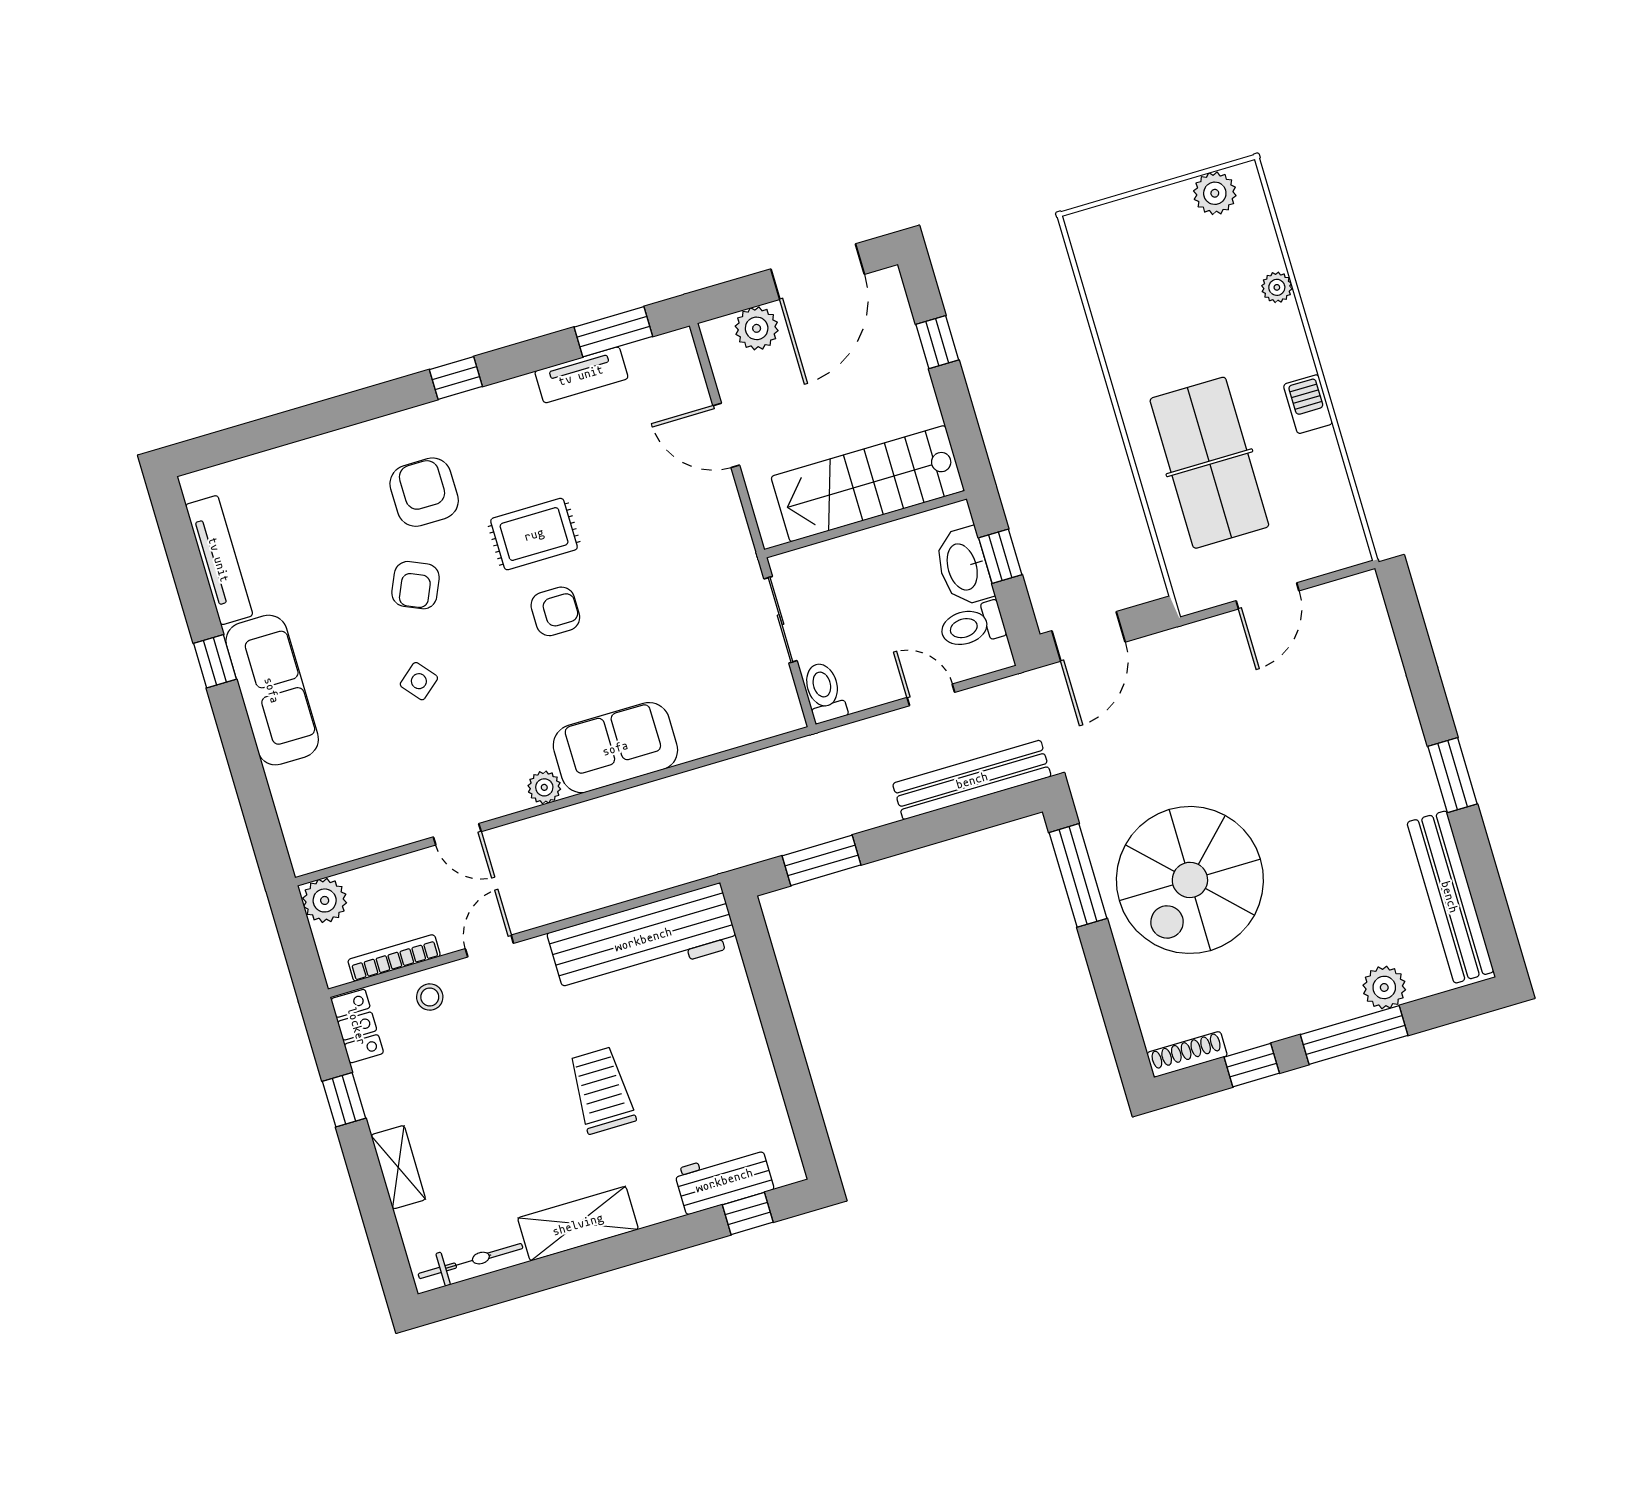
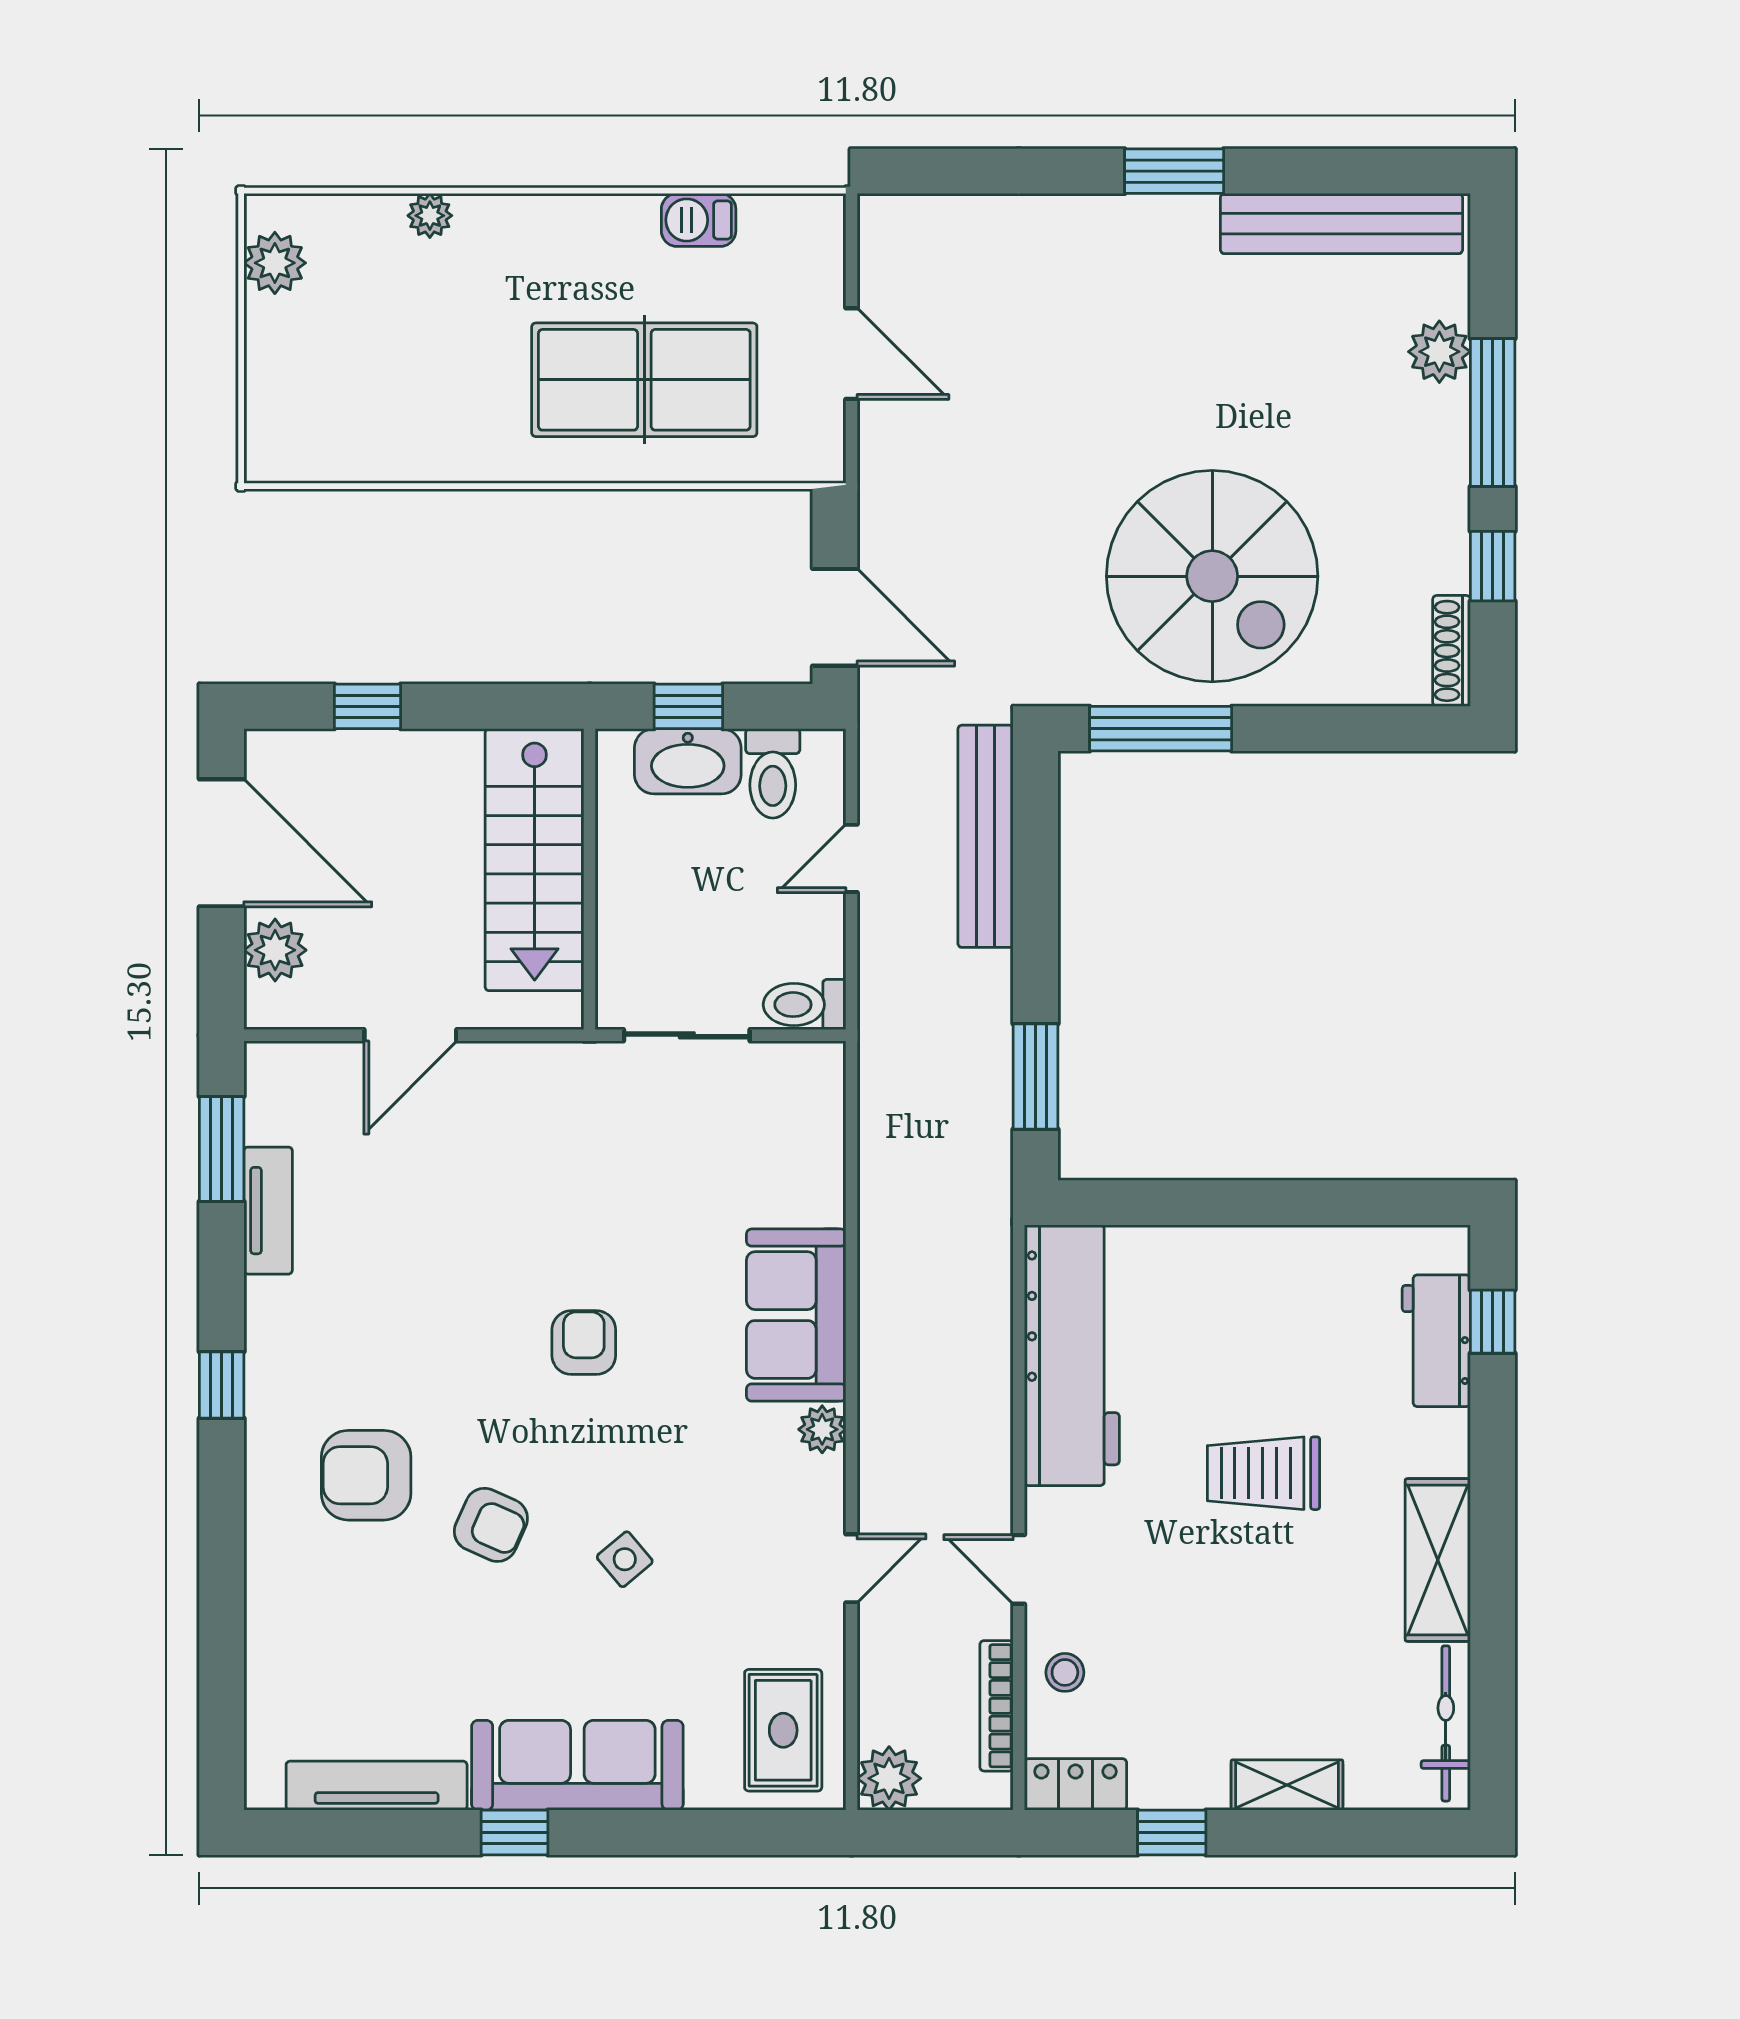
barbecue: (1308, 404) -> (699, 220), moved
rug: (534, 534) -> (783, 1730), moved

